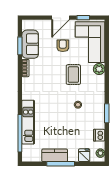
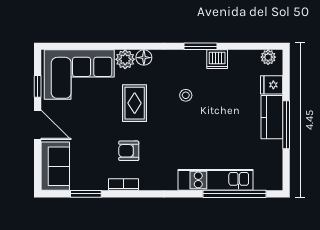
sofa: (30, 44) -> (55, 166), moved, turned 90
armchair: (63, 46) -> (129, 151), moved
rug: (73, 75) -> (135, 103), turned 90
floor lamp: (100, 80) -> (144, 58), added
dishwasher: (99, 135) -> (217, 59), moved
kitchen counter: (55, 155) -> (272, 117), moved

